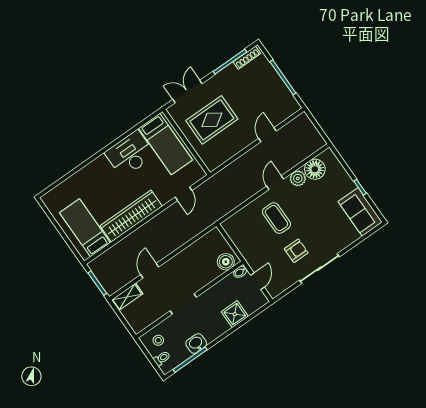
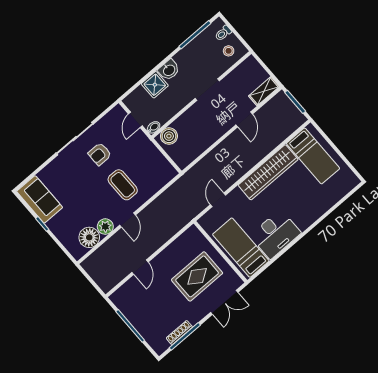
shoe rack: (247, 58) -> (179, 333), moved
washbasin: (196, 344) -> (169, 70), moved

